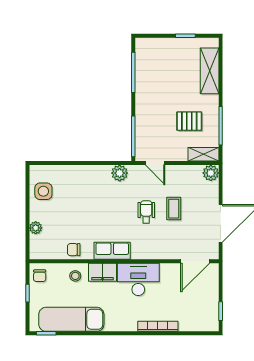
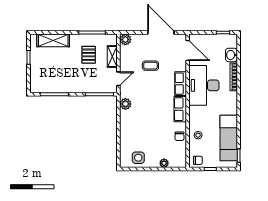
shelving: (203, 154) -> (112, 56), moved
wheelchair: (146, 212) -> (153, 85), removed
row of seats: (148, 251) -> (181, 84), added
filing cabinet: (102, 272) -> (195, 116), removed
desk: (138, 279) -> (204, 85), width x1.36, depth x1.30
washbasin: (189, 323) -> (231, 55), added

